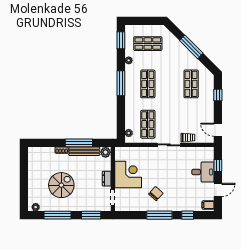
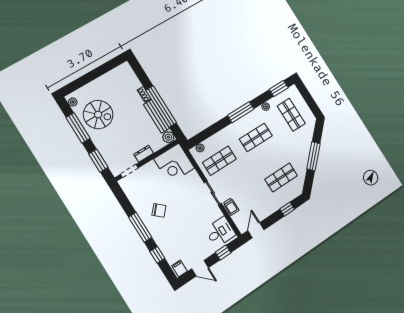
window: (79, 143) -> (161, 106), width x1.46
desk: (203, 172) -> (220, 232), moved, turned -90
corner desk: (128, 175) -> (174, 163), moved, turned 90
spiral stairs: (61, 185) -> (98, 115), moved

